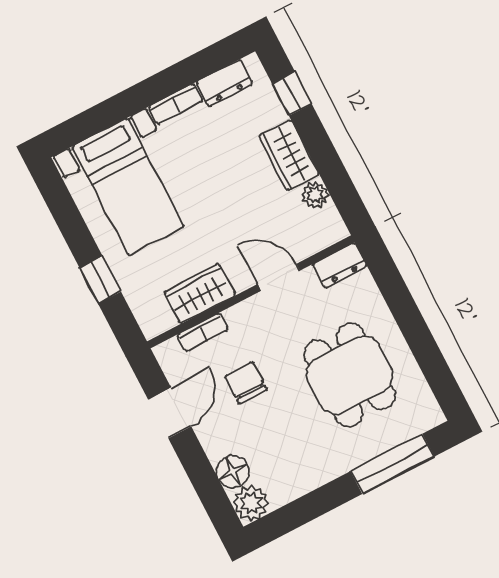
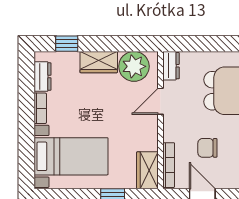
plant: (315, 195) -> (134, 66), width x1.88, depth x1.88
wardrobe: (199, 294) -> (147, 170), moved
bookcase: (202, 332) -> (169, 165), width x1.56

